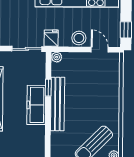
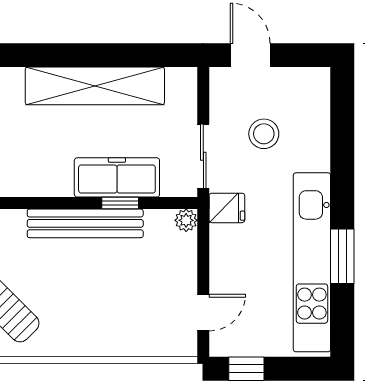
stool: (79, 38) -> (264, 134), moved
freezer: (36, 105) -> (117, 177), moved

